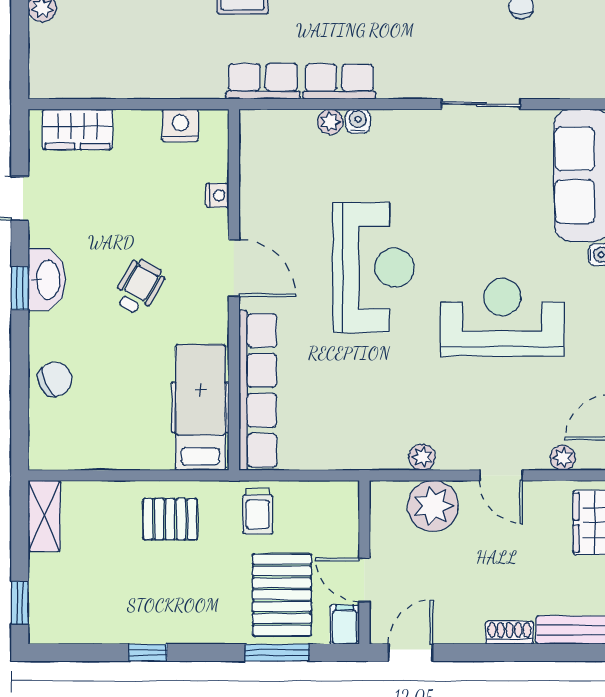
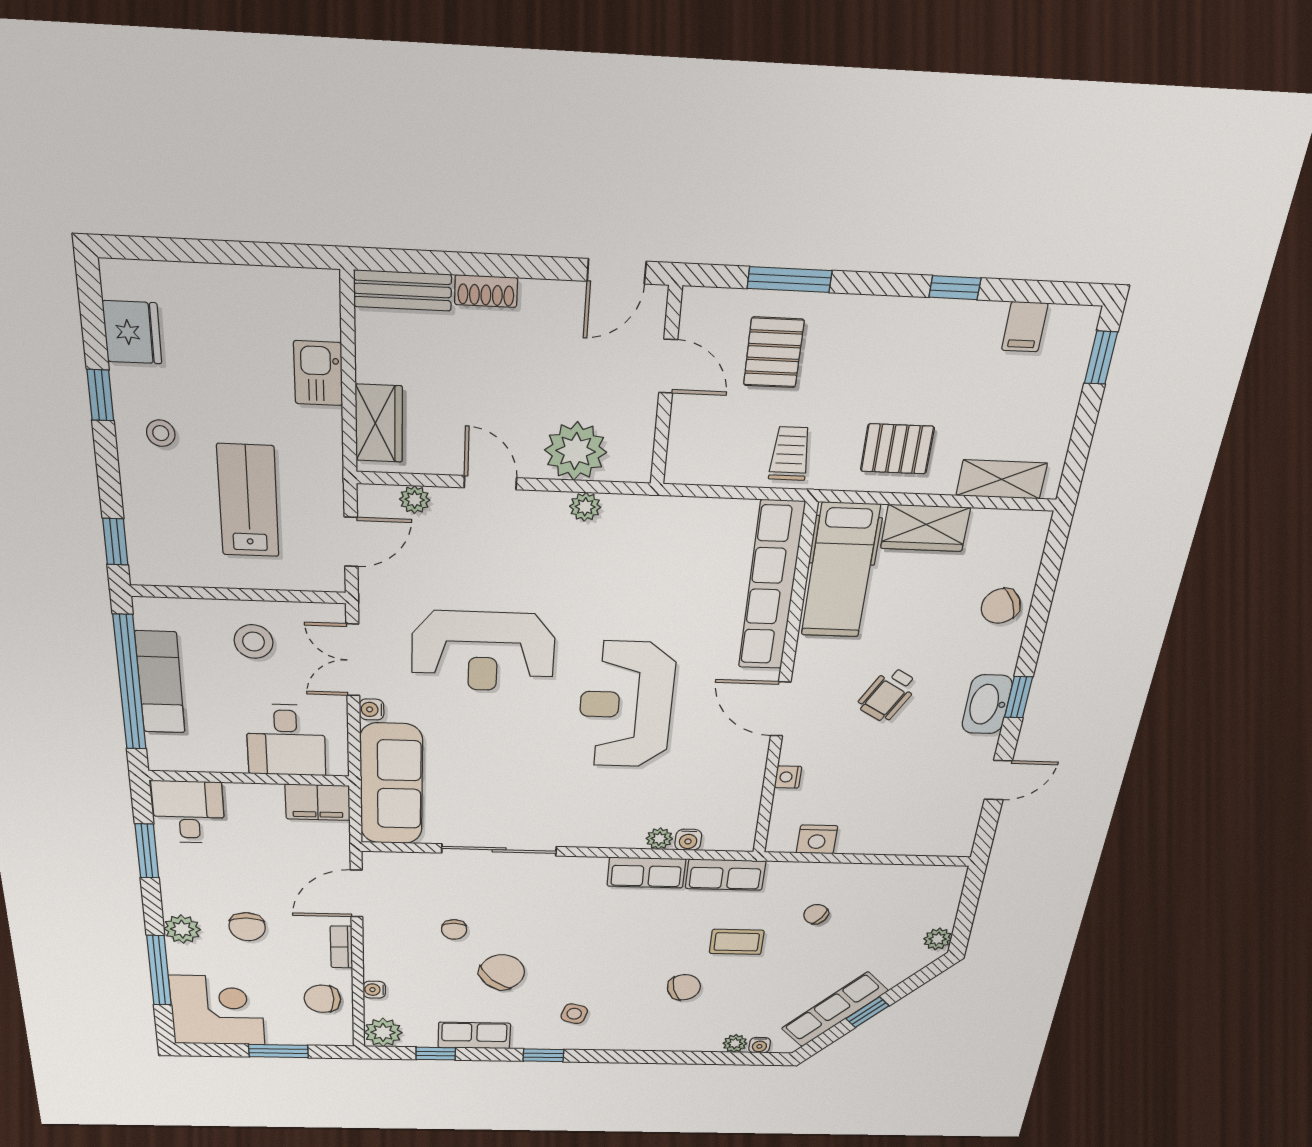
chair: (168, 36) -> (816, 914), added
sliding door: (481, 104) -> (499, 850), width x1.37
water cooler: (358, 121) -> (688, 840), moved
wardrobe: (77, 129) -> (925, 528), moved, turned 180
shelving: (44, 516) -> (1002, 479), moved, turned 90
pallet: (282, 595) -> (774, 353), width x0.67, depth x0.71
filing cabinet: (345, 625) -> (1025, 327), moved

